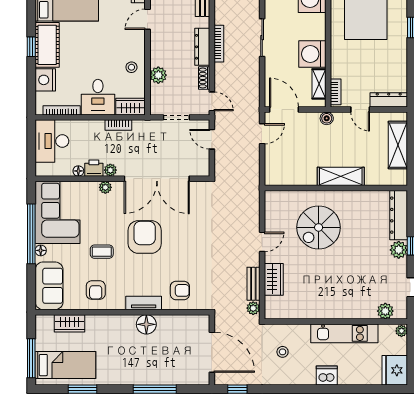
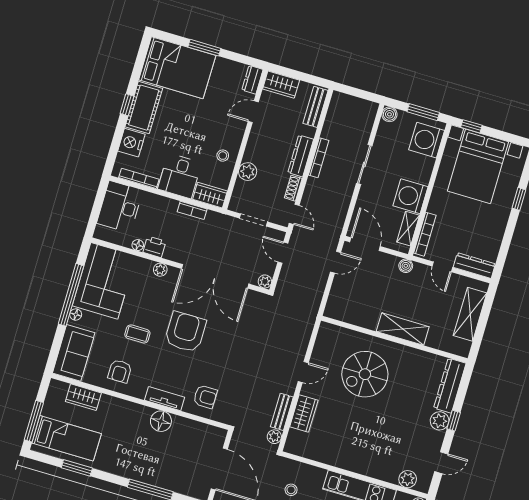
bookcase: (336, 92) -> (425, 234), width x1.56
plant: (110, 170) -> (265, 281), moved

